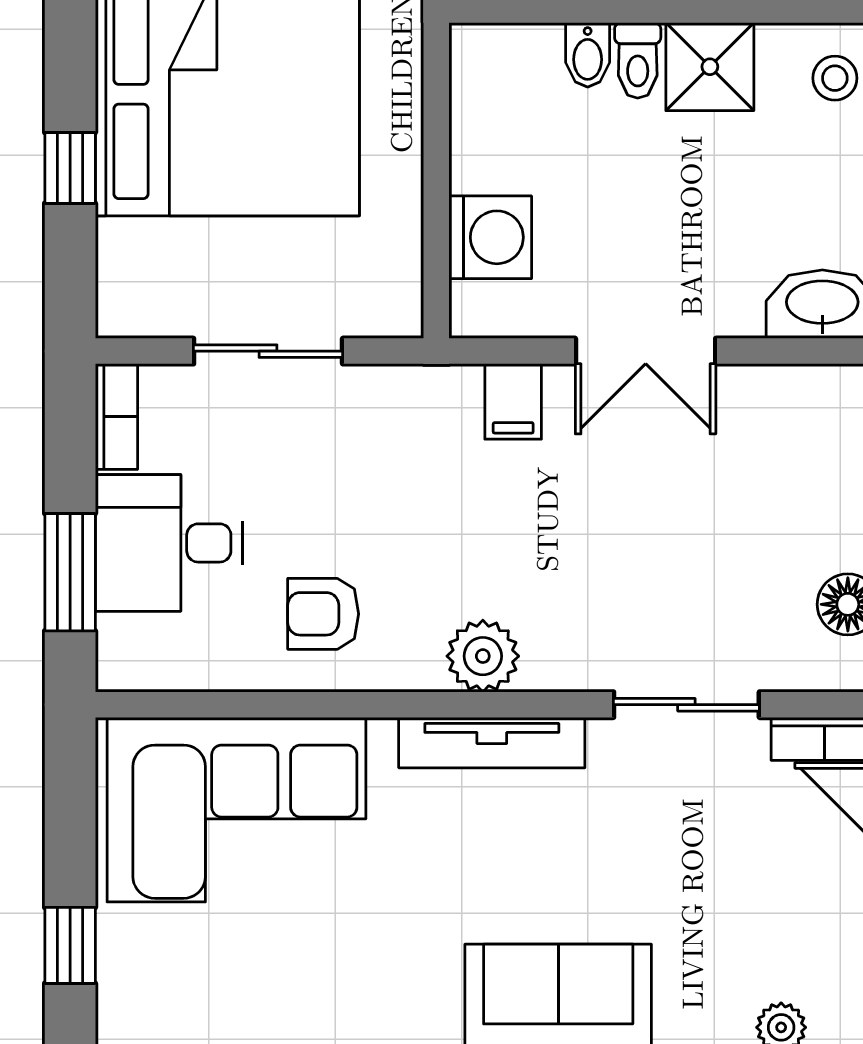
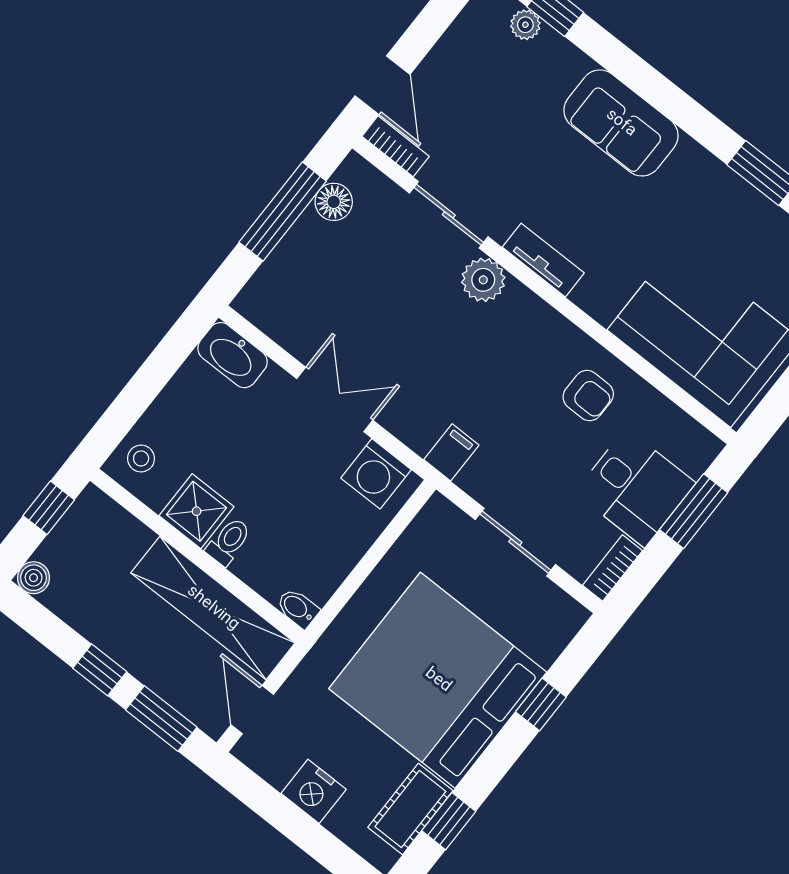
bidet: (588, 55) -> (298, 608), moved, turned -90
washing machine: (490, 237) -> (376, 474), moved, turned -90
filing cabinet: (513, 401) -> (451, 452), moved
plant: (483, 656) -> (483, 280), moved
tv unit: (492, 743) -> (543, 260), width x0.71

